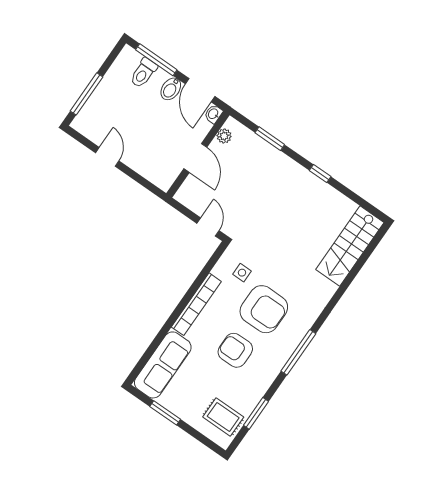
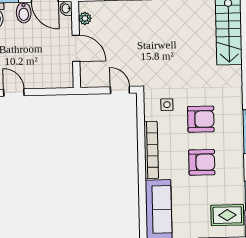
armchair: (264, 309) -> (201, 119), width x0.73, depth x0.73
armchair: (235, 350) -> (202, 162), turned 180

